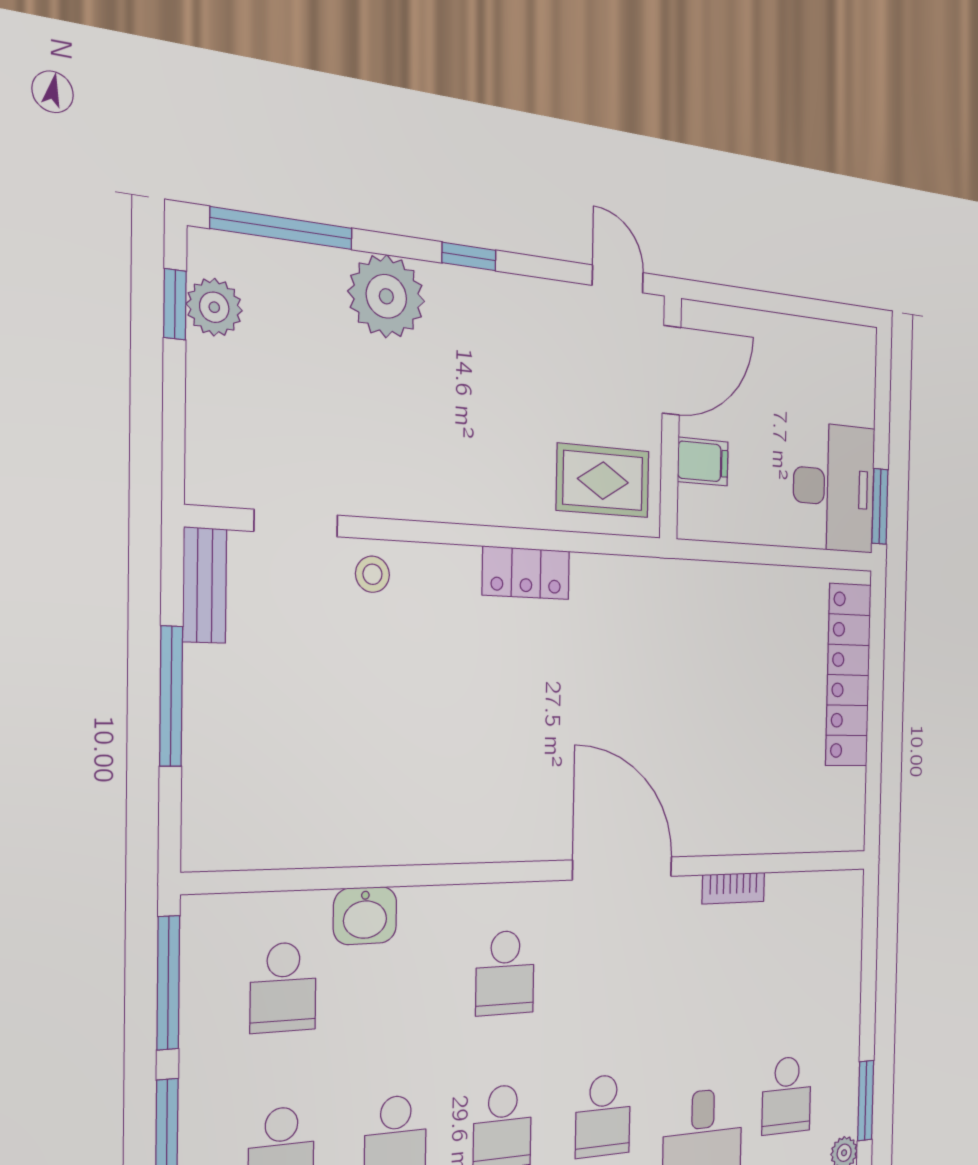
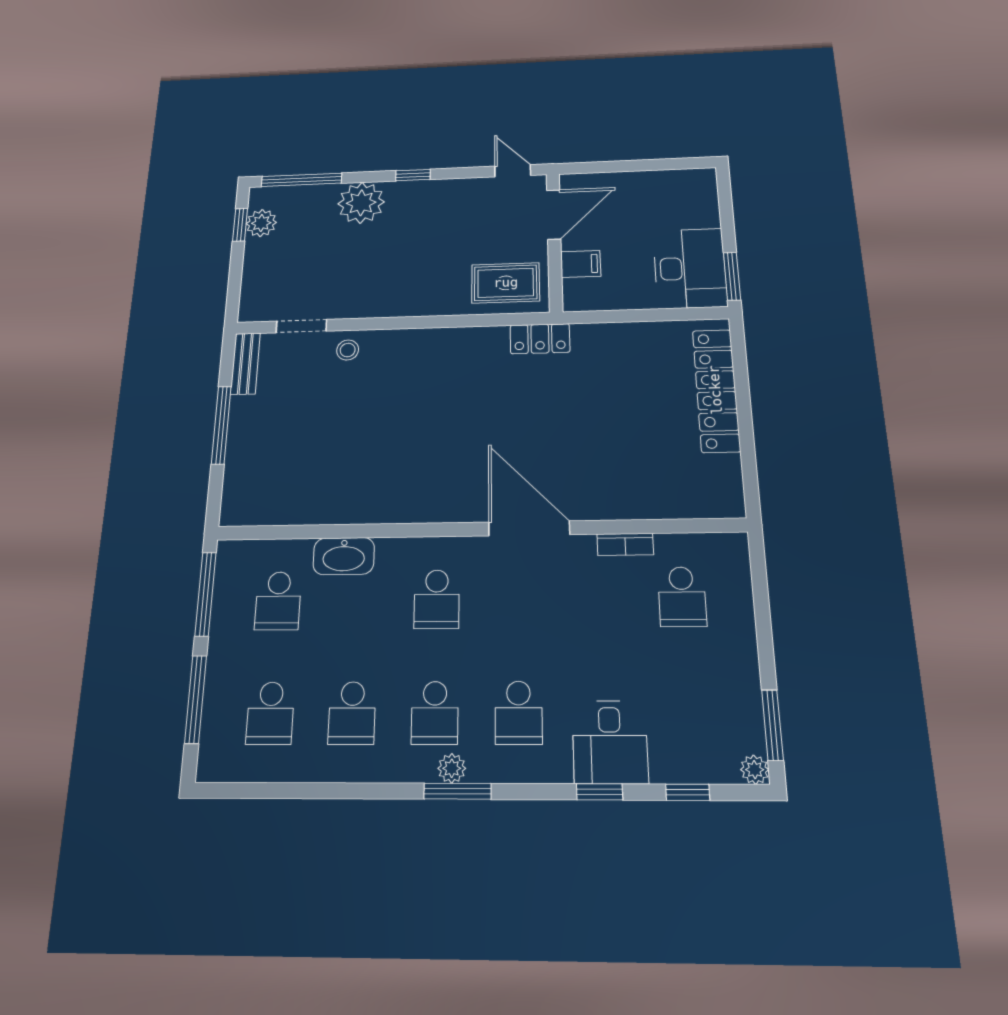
locker: (526, 573) -> (540, 339), moved
washbasin: (365, 916) -> (344, 556), width x1.38
school desk: (787, 1095) -> (682, 597), moved

